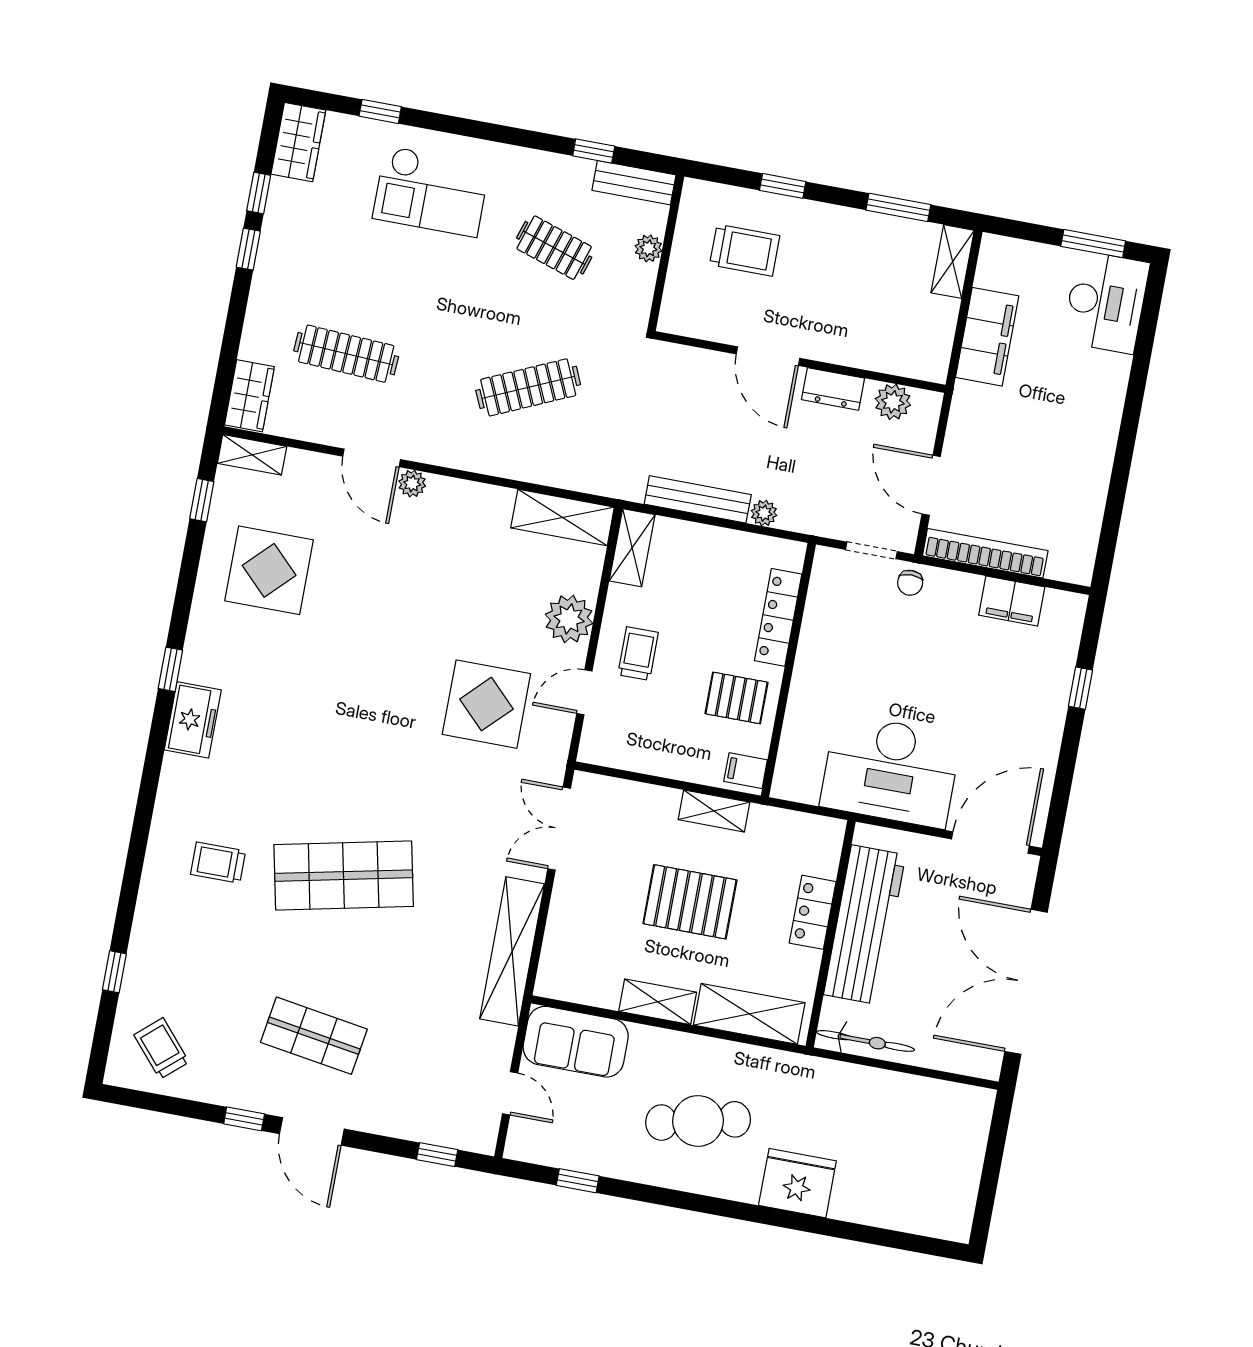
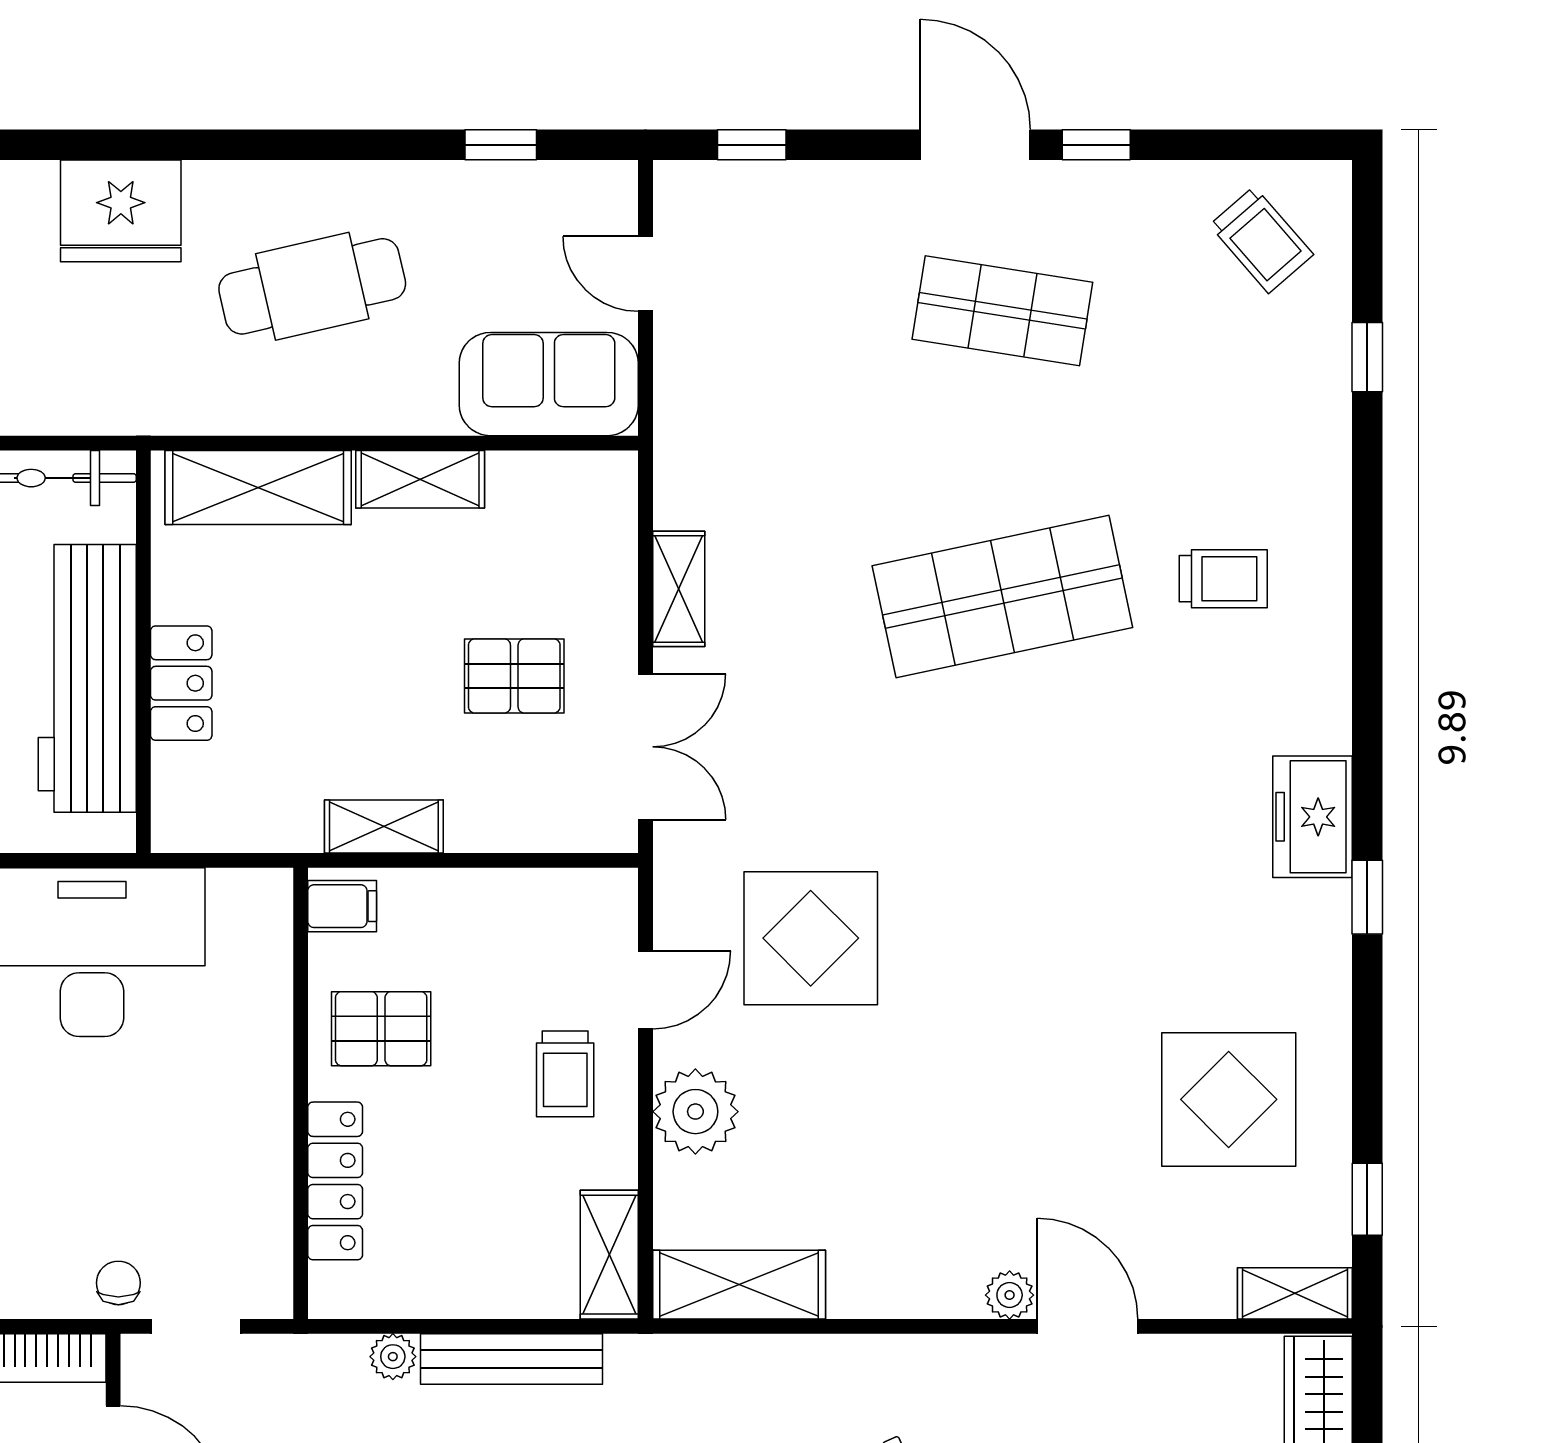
pallet: (690, 902) -> (514, 676), moved, width x0.67, depth x0.71
shelving: (512, 951) -> (679, 589), width x0.45, depth x0.75

